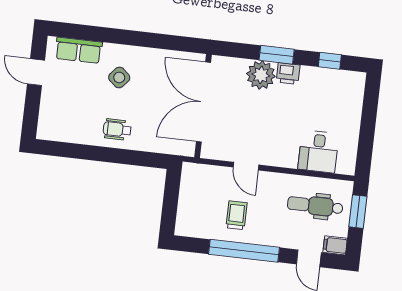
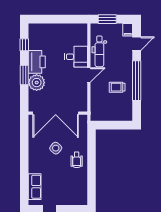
printer: (288, 73) -> (37, 62), width x1.87, depth x1.48
side table: (119, 77) -> (56, 148), moved
desk: (318, 152) -> (76, 57), moved
door: (246, 166) -> (89, 75), moved
dental chair: (315, 206) -> (99, 51), moved

